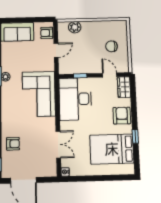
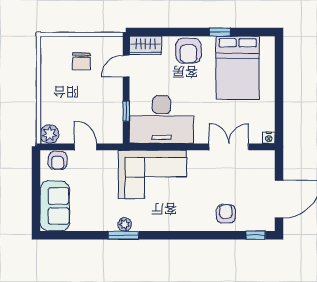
plant: (75, 27) -> (50, 134), moved
armchair: (122, 116) -> (189, 51), turned -90

